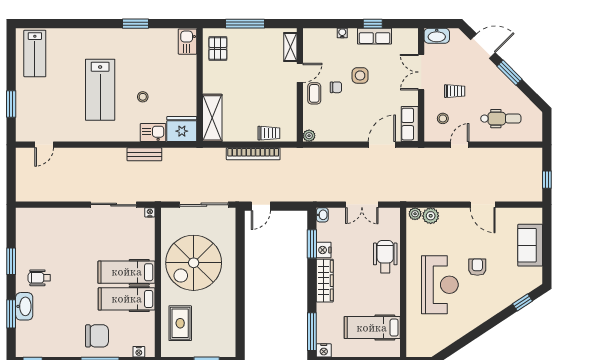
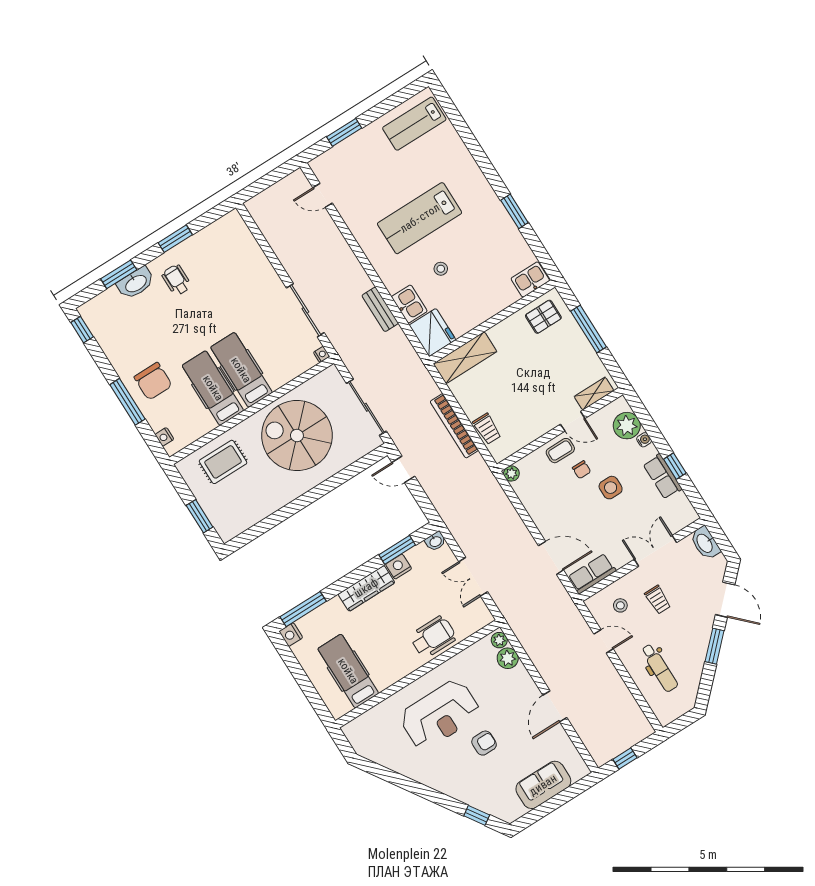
plant: (326, 39) -> (627, 426), added

